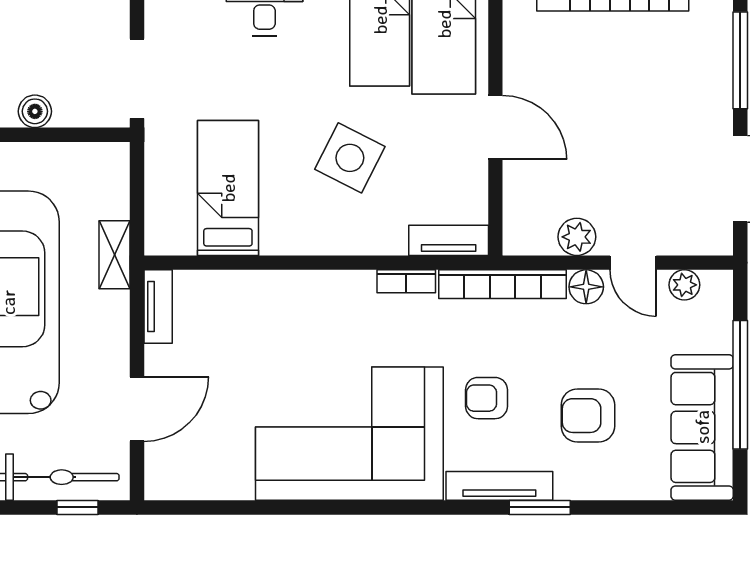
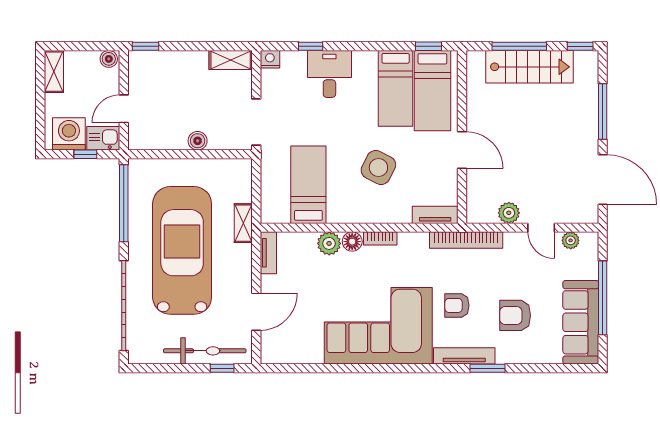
bookcase: (406, 281) -> (380, 238), moved
floor lamp: (586, 287) -> (352, 242), moved
plant: (264, 290) -> (329, 243), added

